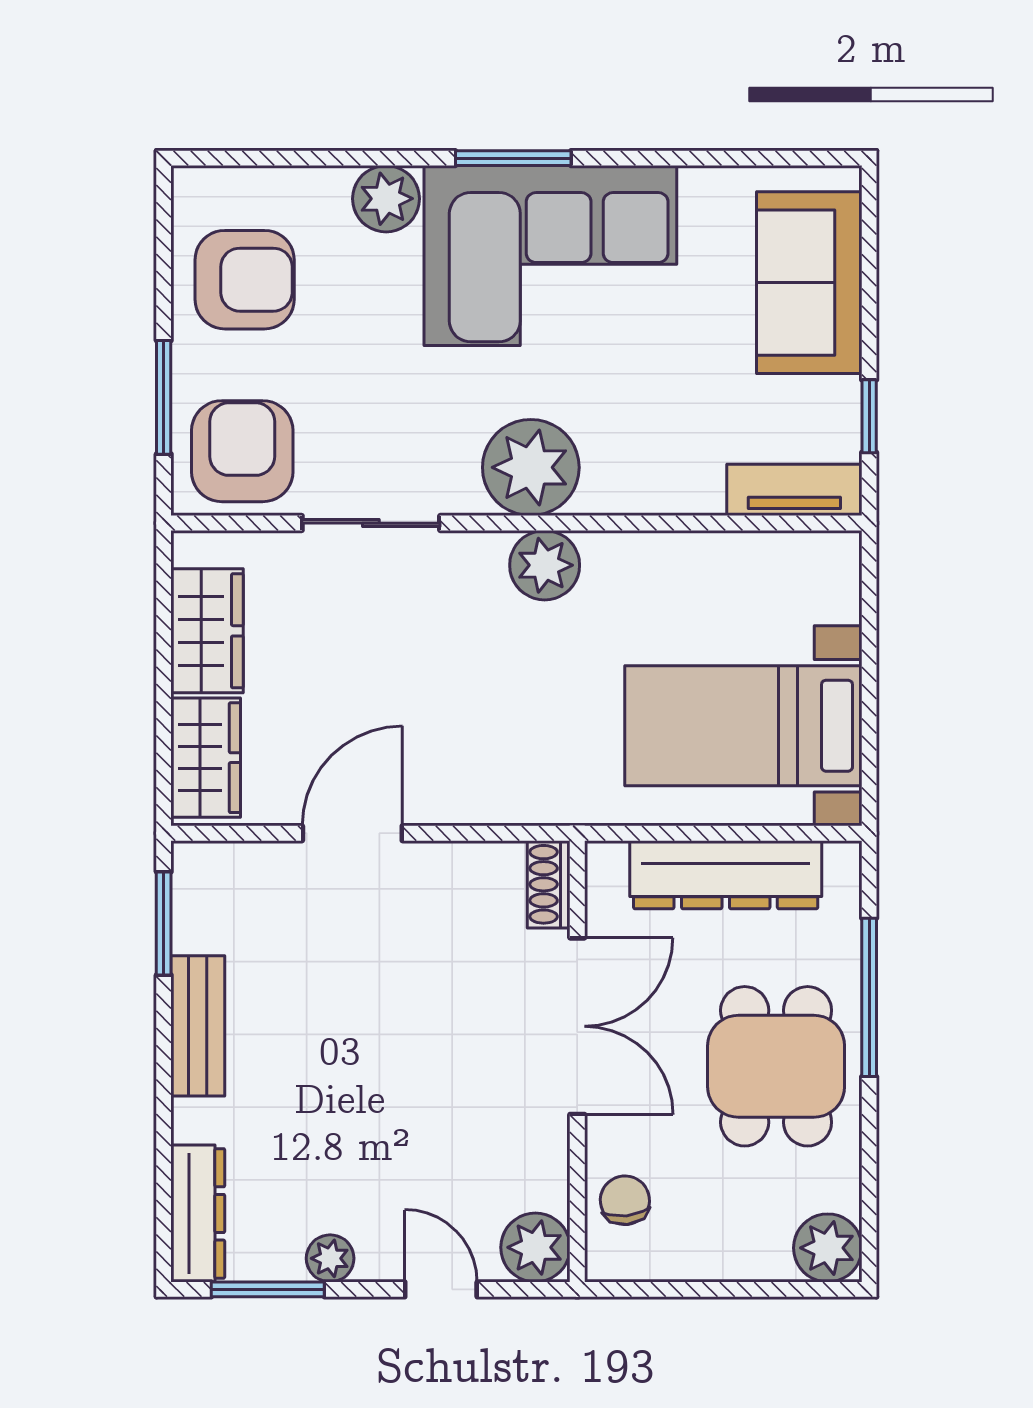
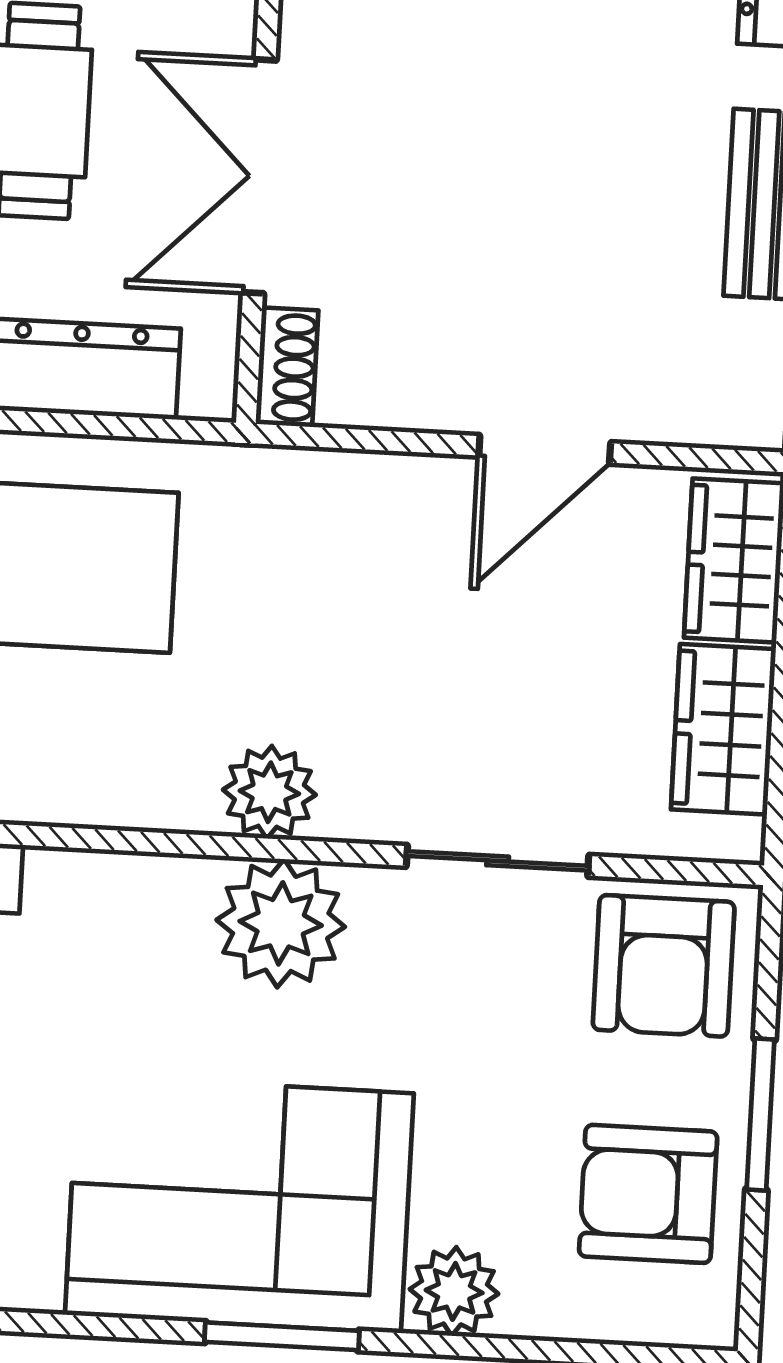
window: (164, 397) -> (760, 1114), moved

